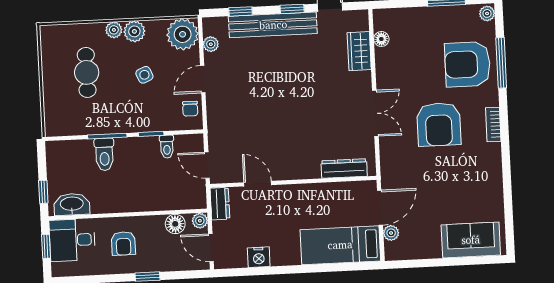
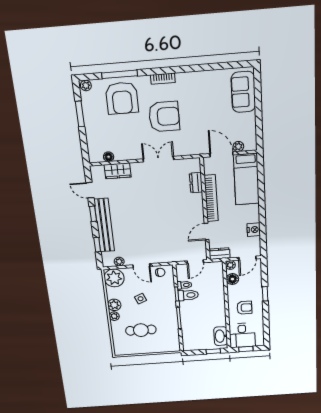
toilet: (104, 154) -> (188, 295), moved
dresser: (344, 168) -> (196, 183), width x0.70
bookcase: (312, 192) -> (211, 198), added

